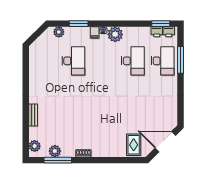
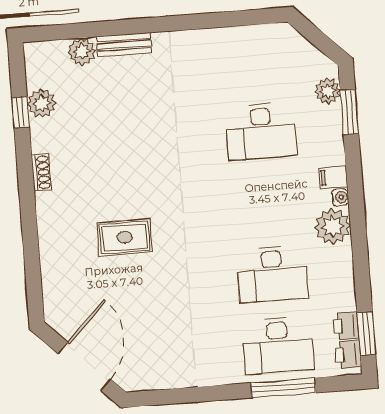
window: (79, 24) -> (349, 112), moved
rug: (134, 145) -> (125, 237), moved
plant: (35, 146) -> (82, 52), moved
window: (58, 160) -> (21, 112), width x0.46

